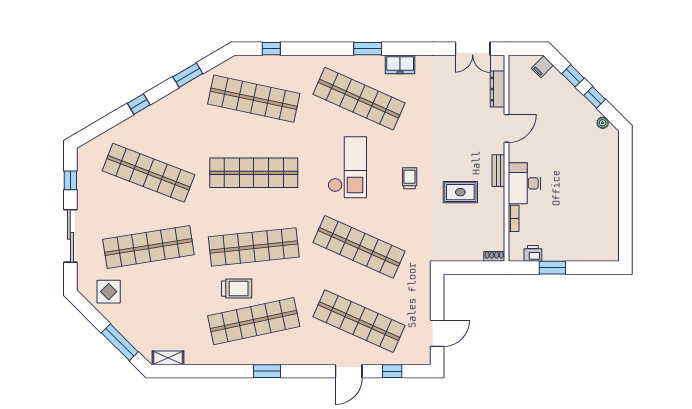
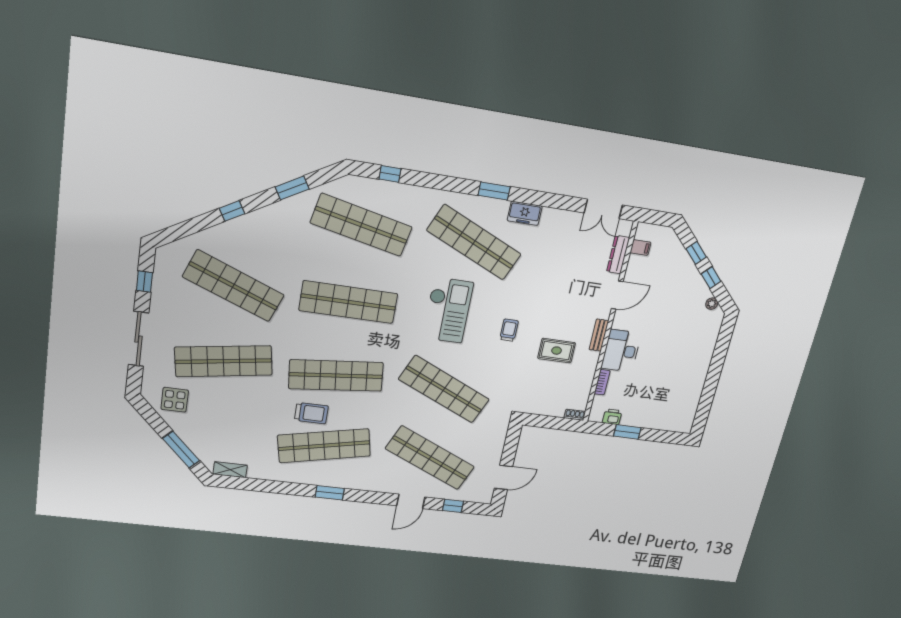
filing cabinet: (542, 67) -> (640, 248), moved, turned -135

